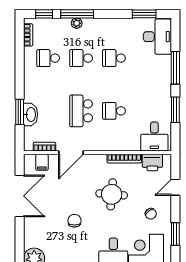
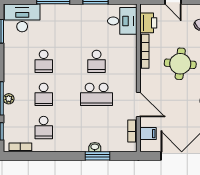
washbasin: (31, 114) -> (95, 147), width x0.52, depth x0.69

